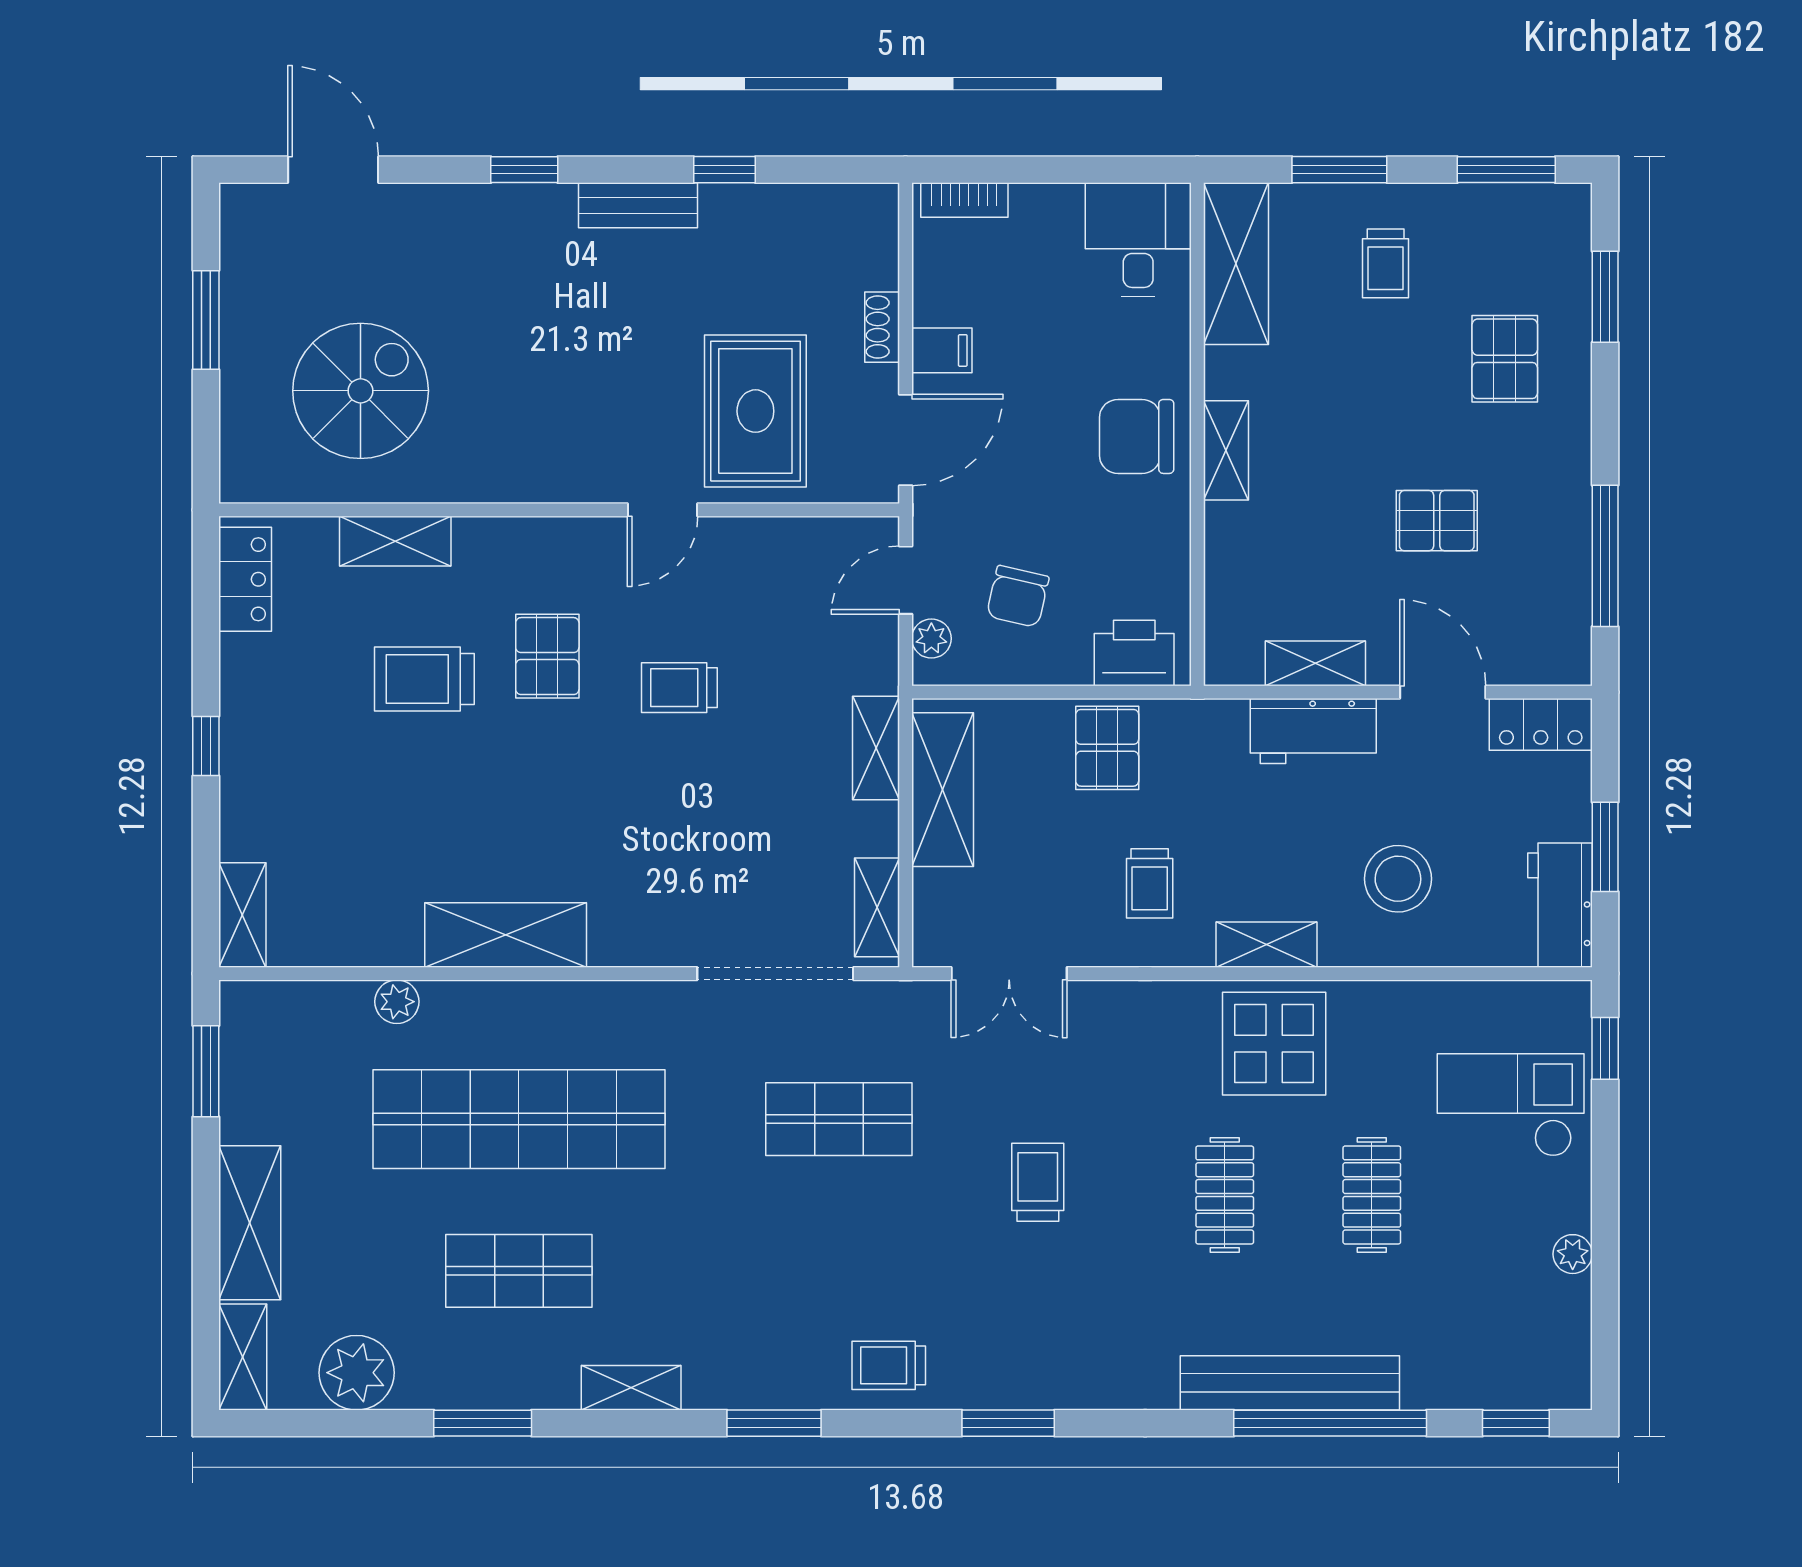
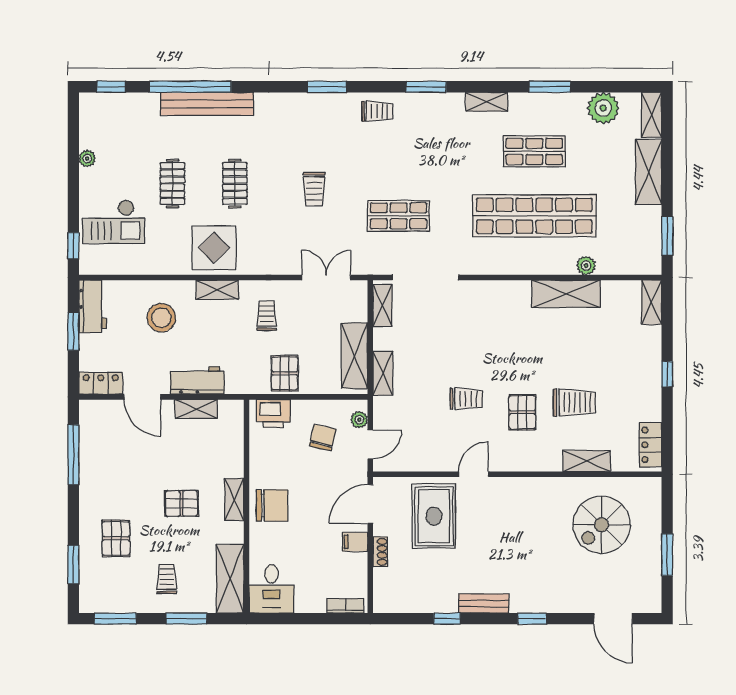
pallet: (1437, 521) -> (181, 503), moved
shelving: (506, 935) -> (566, 294), moved

